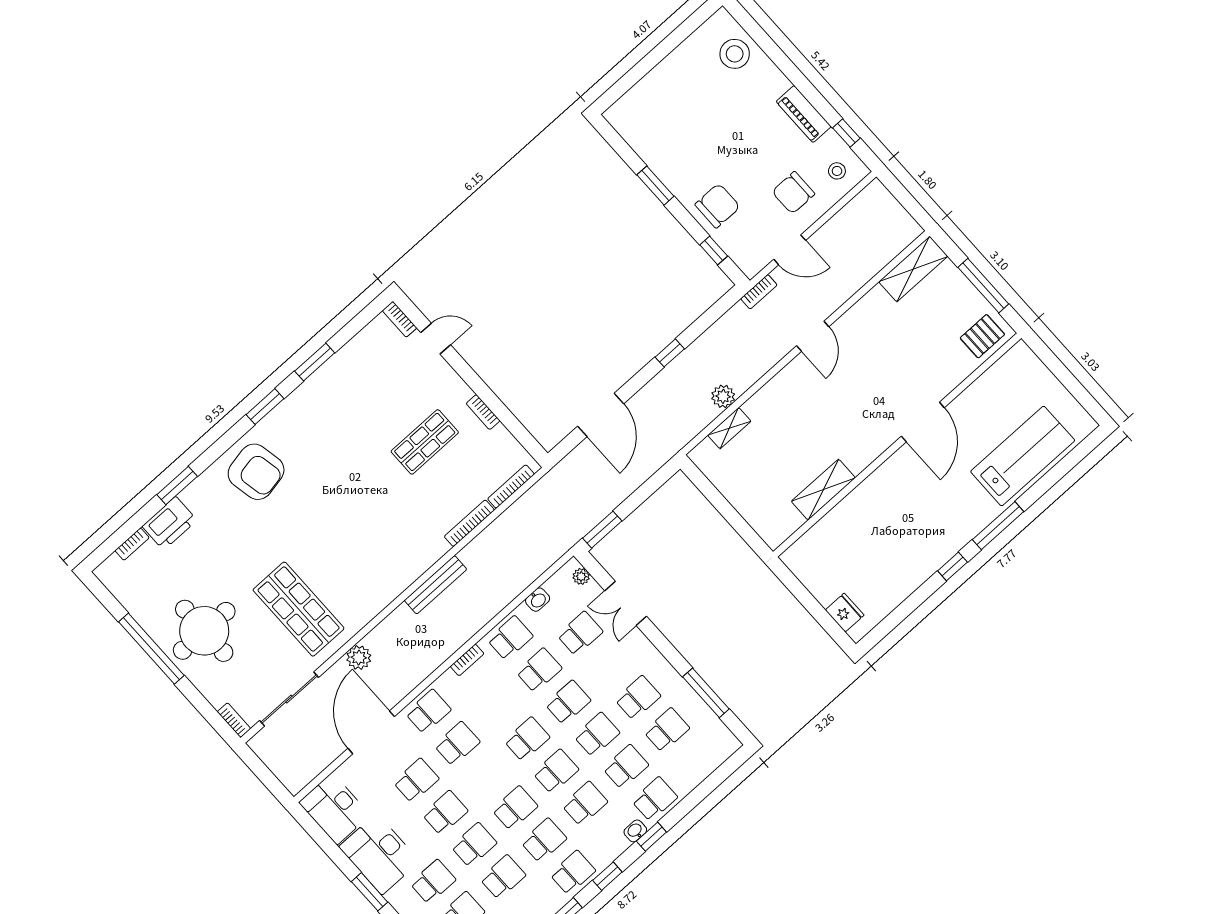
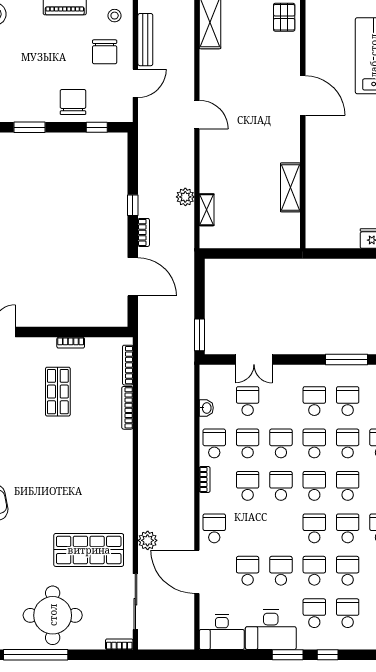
bookcase: (759, 292) -> (144, 232), moved
plant: (581, 576) -> (215, 371), removed
bench: (436, 585) -> (145, 40), moved
school desk: (457, 744) -> (248, 486), moved

